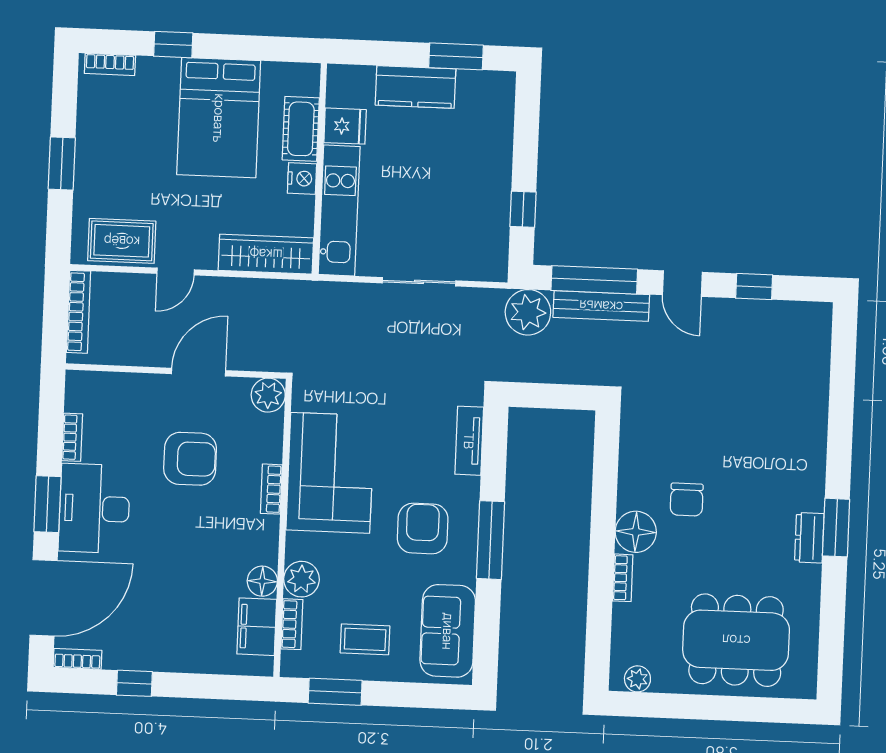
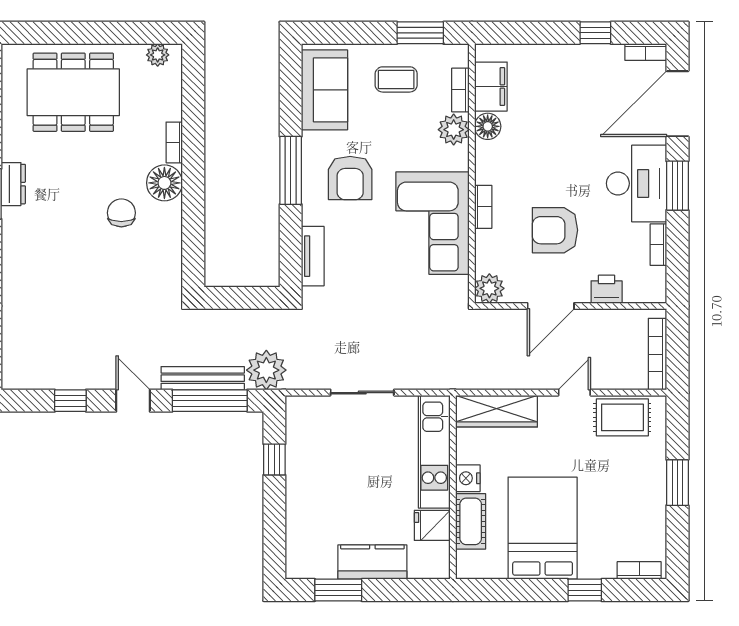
printer: (134, 389) -> (607, 289), added

